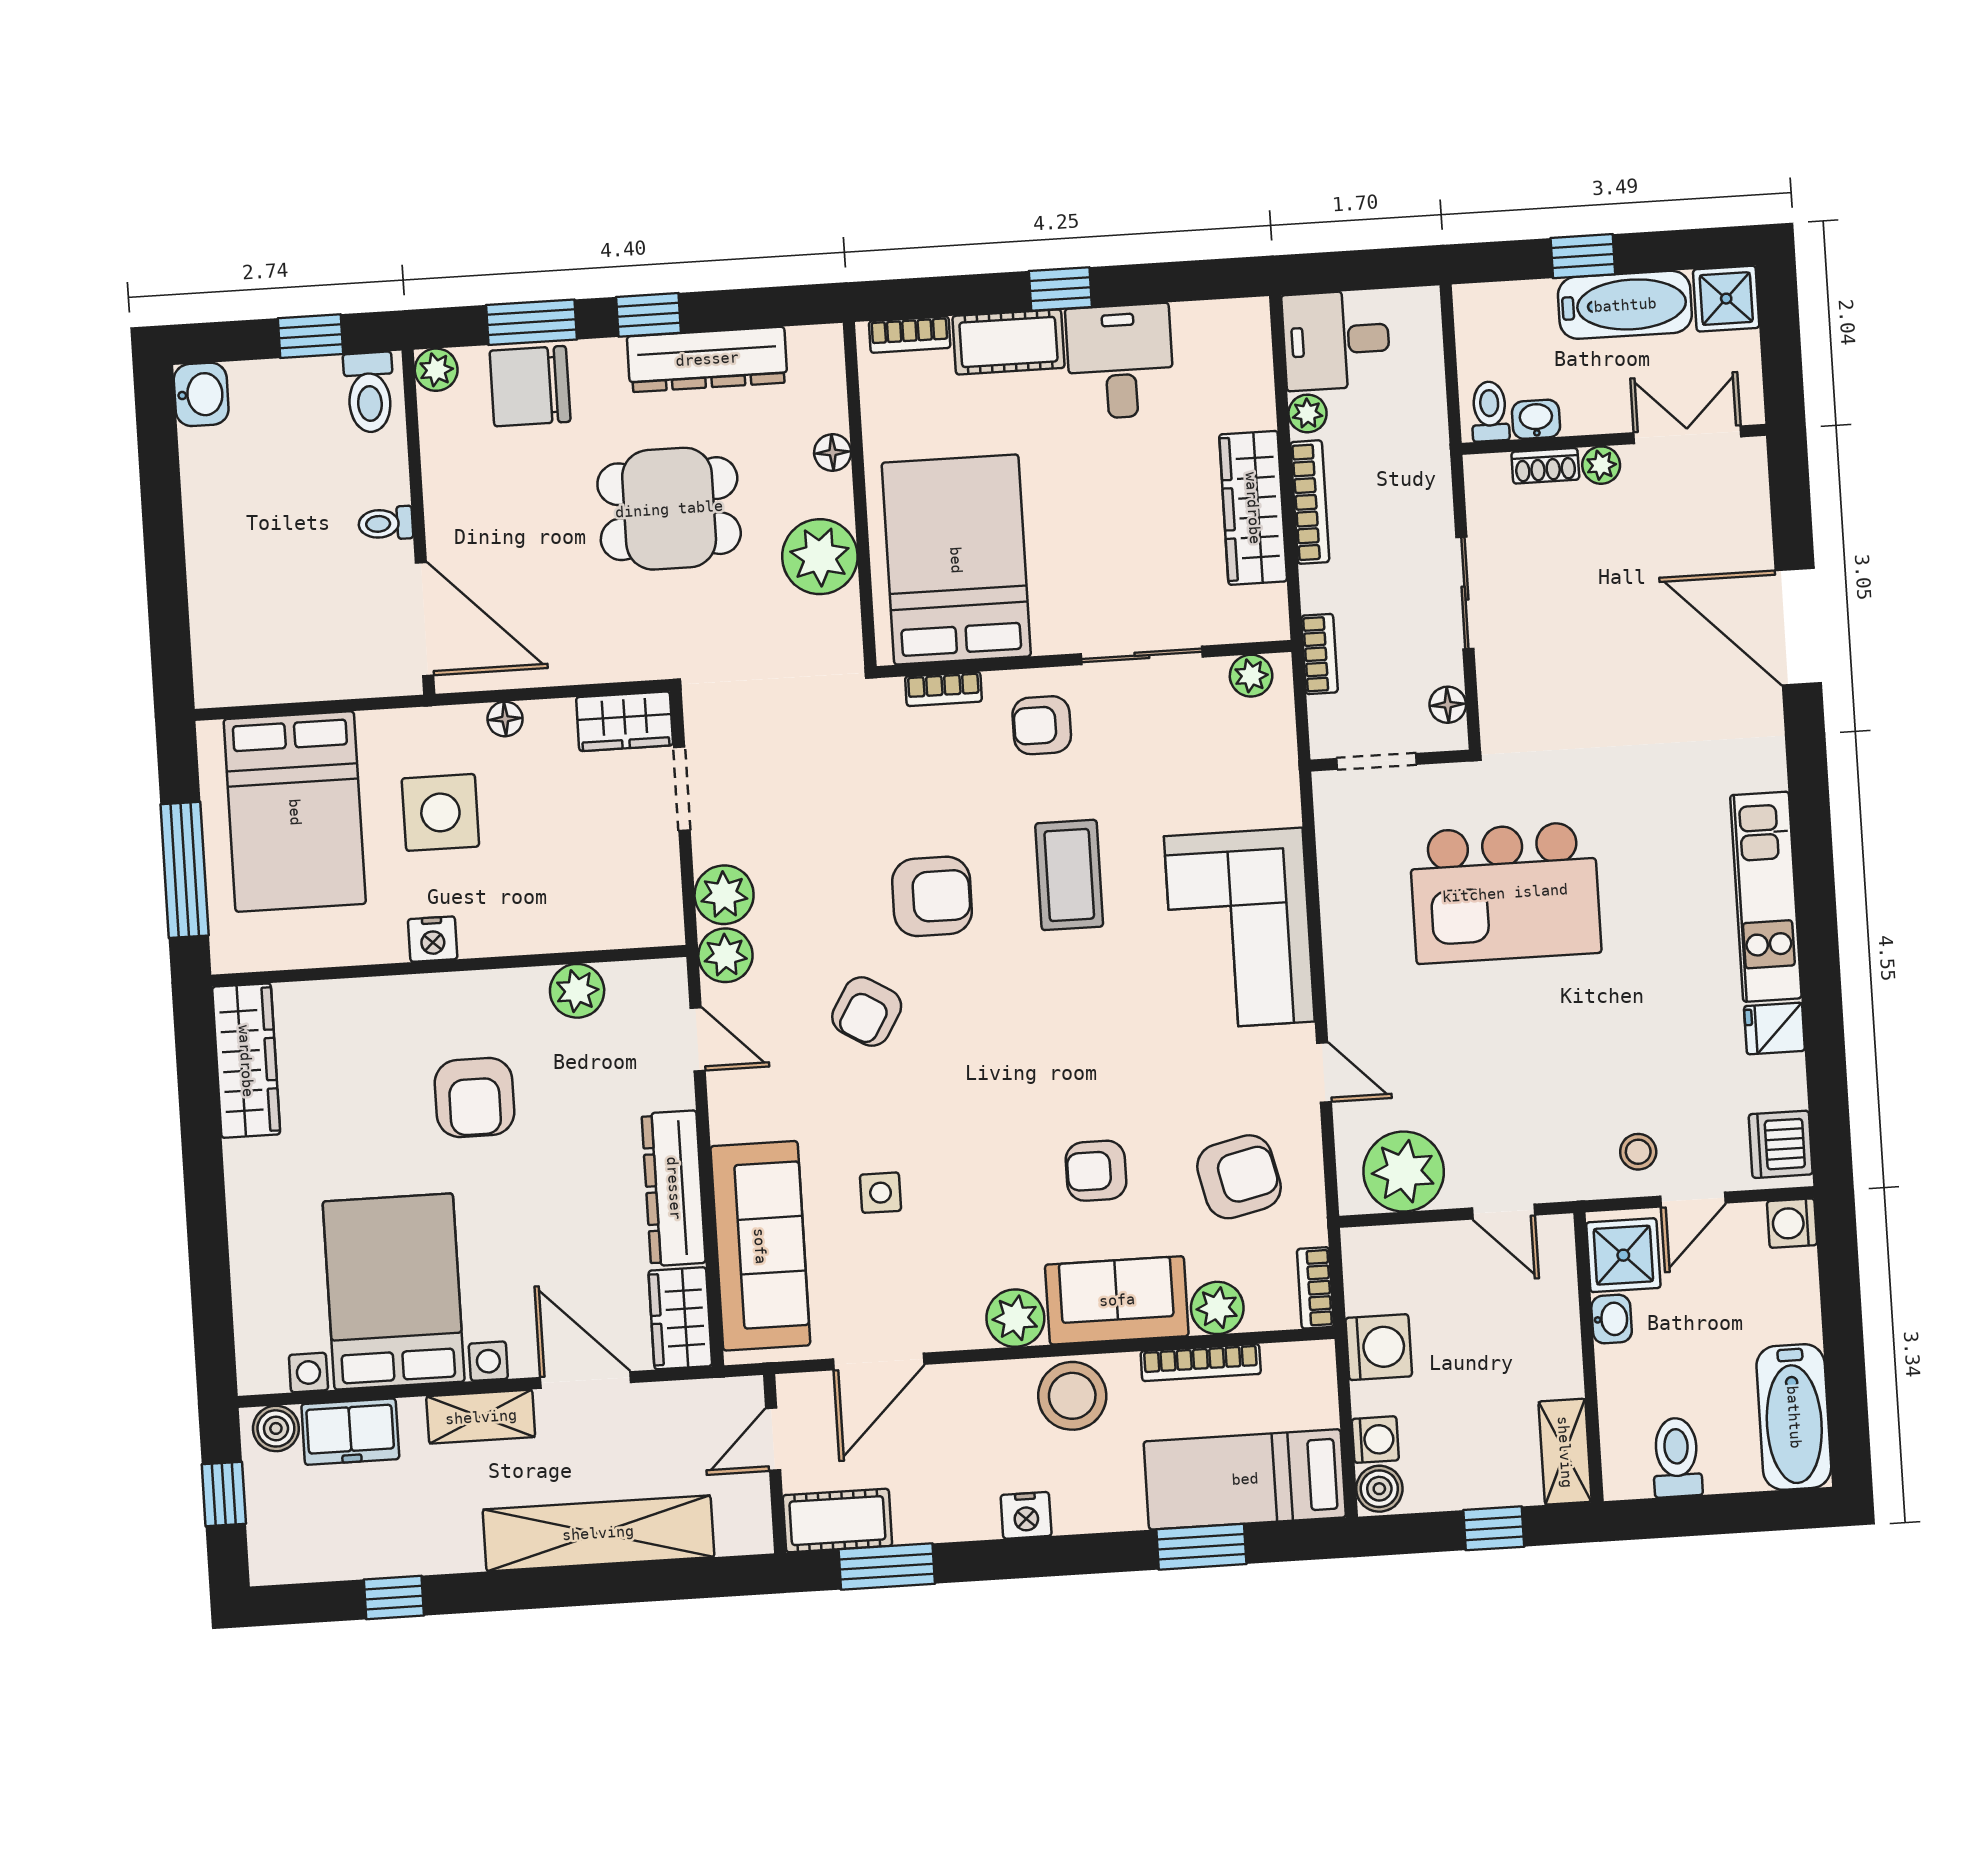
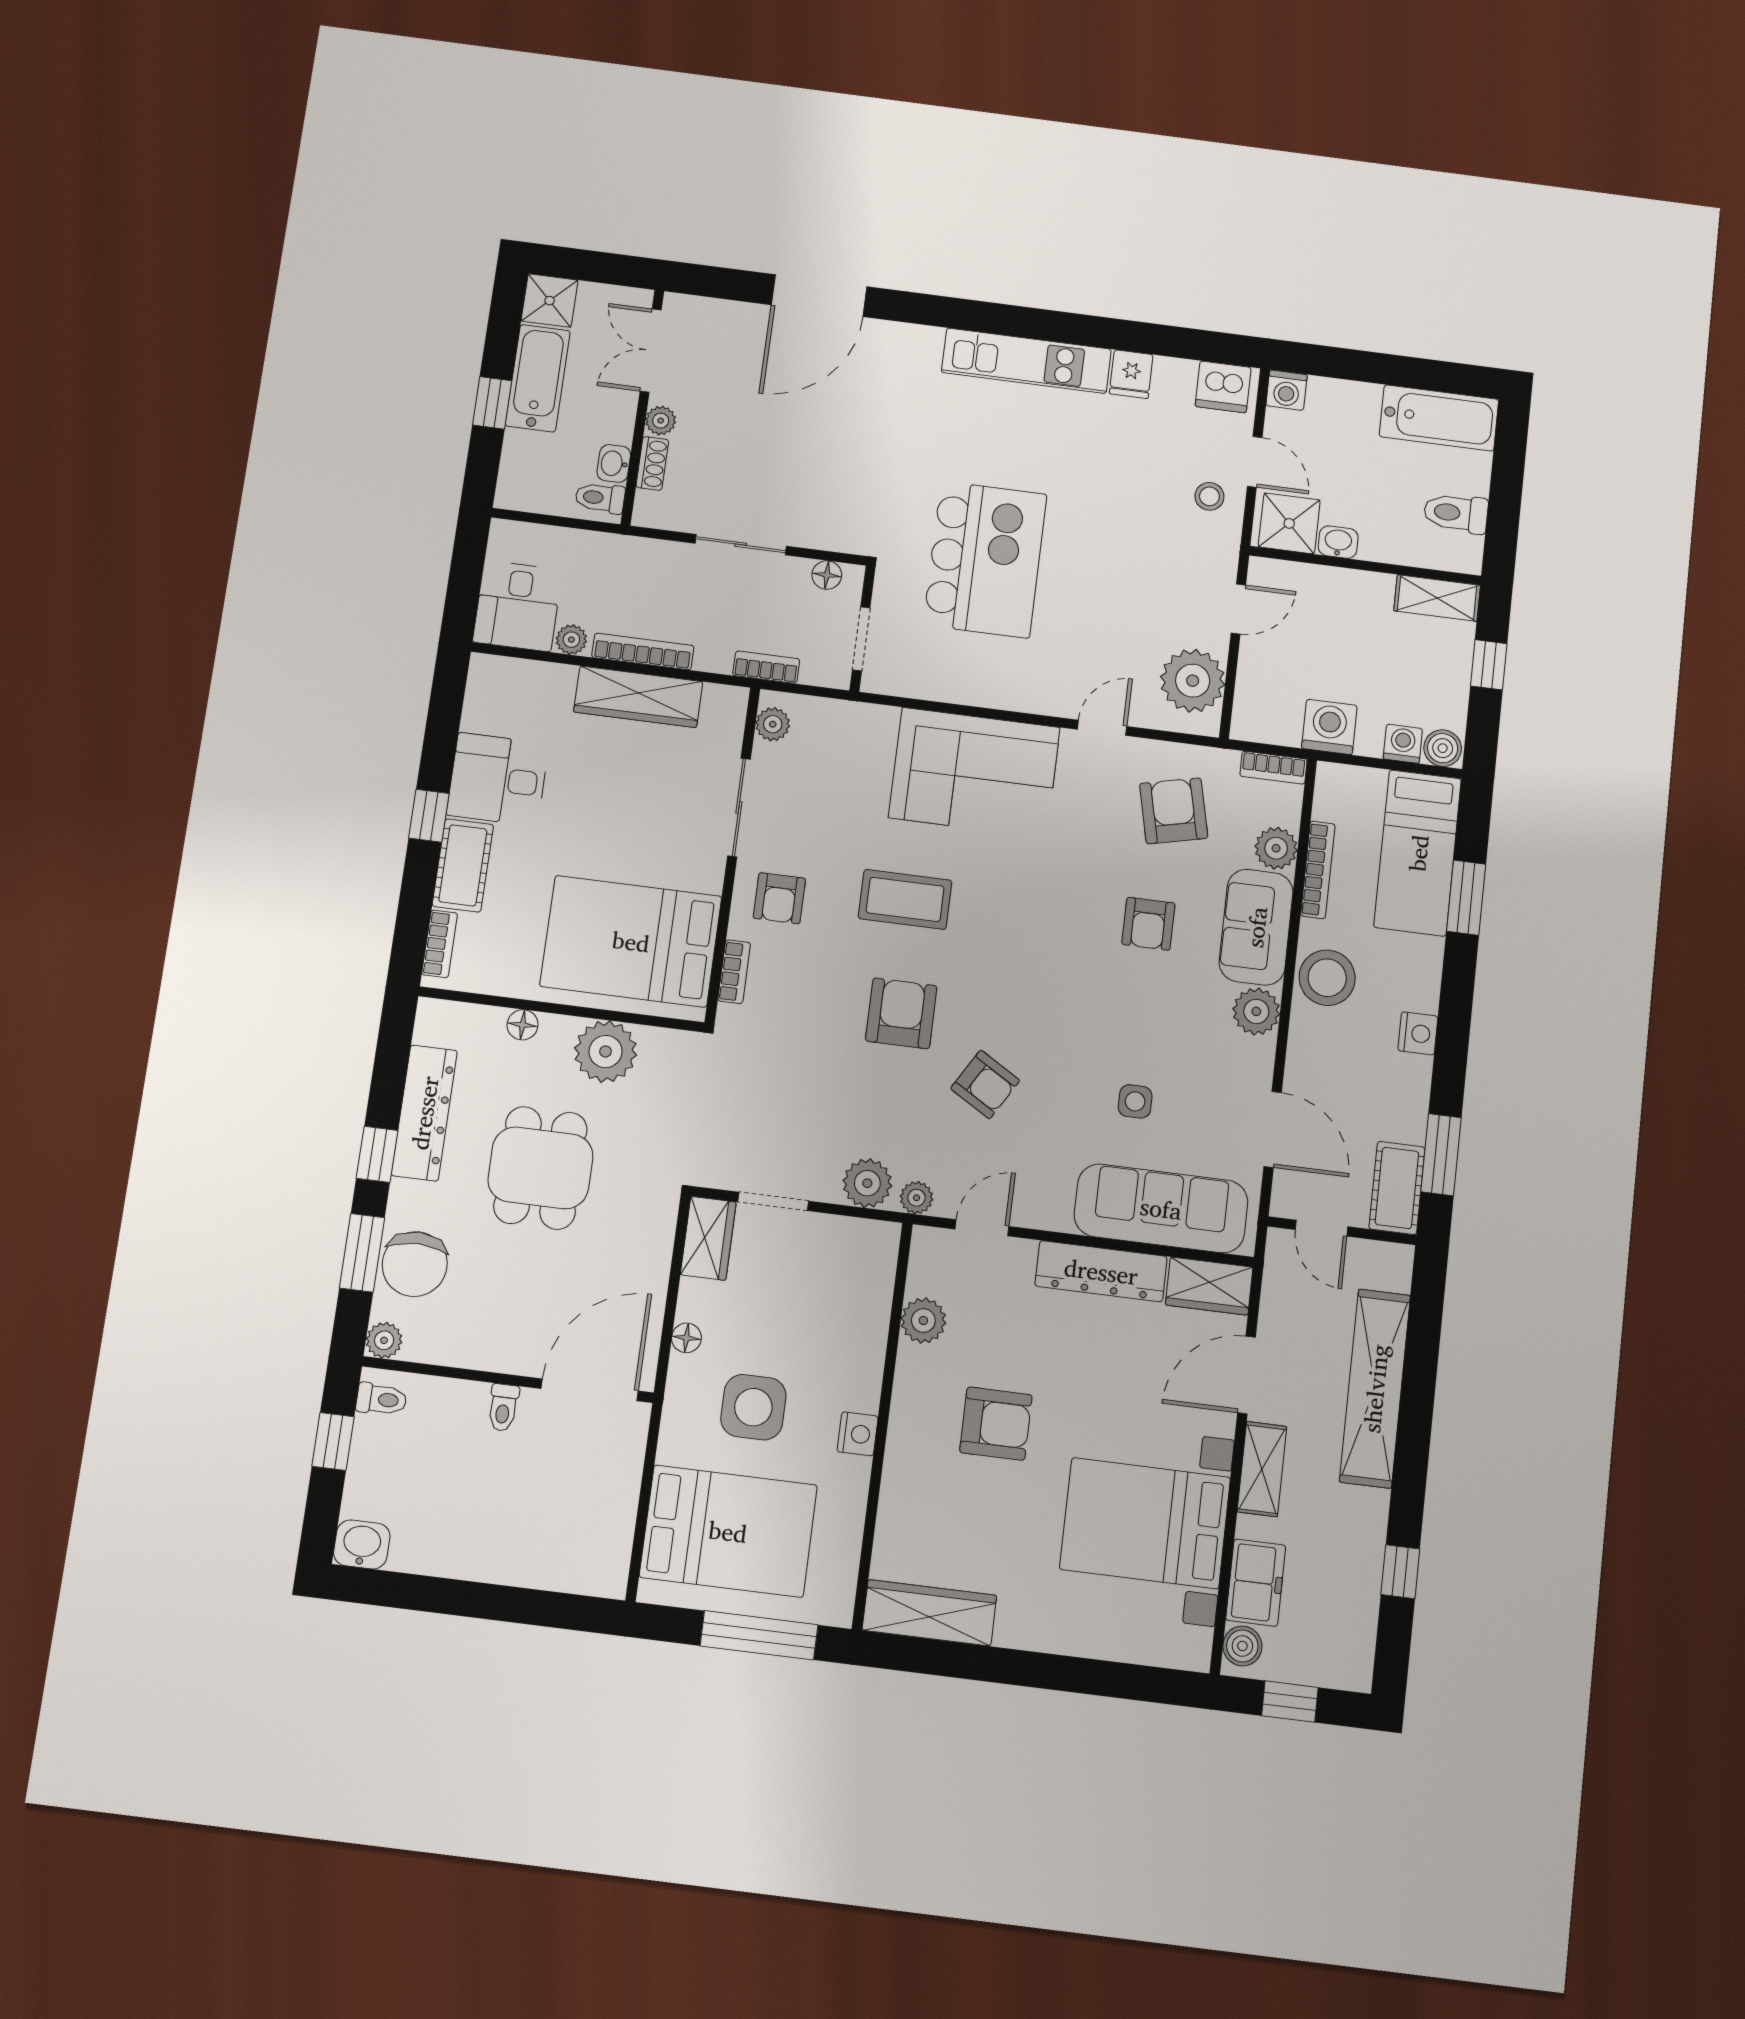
toilet: (369, 392) -> (382, 1399), width x0.73, depth x0.72
plant: (725, 955) -> (916, 1198), width x0.73, depth x0.73

